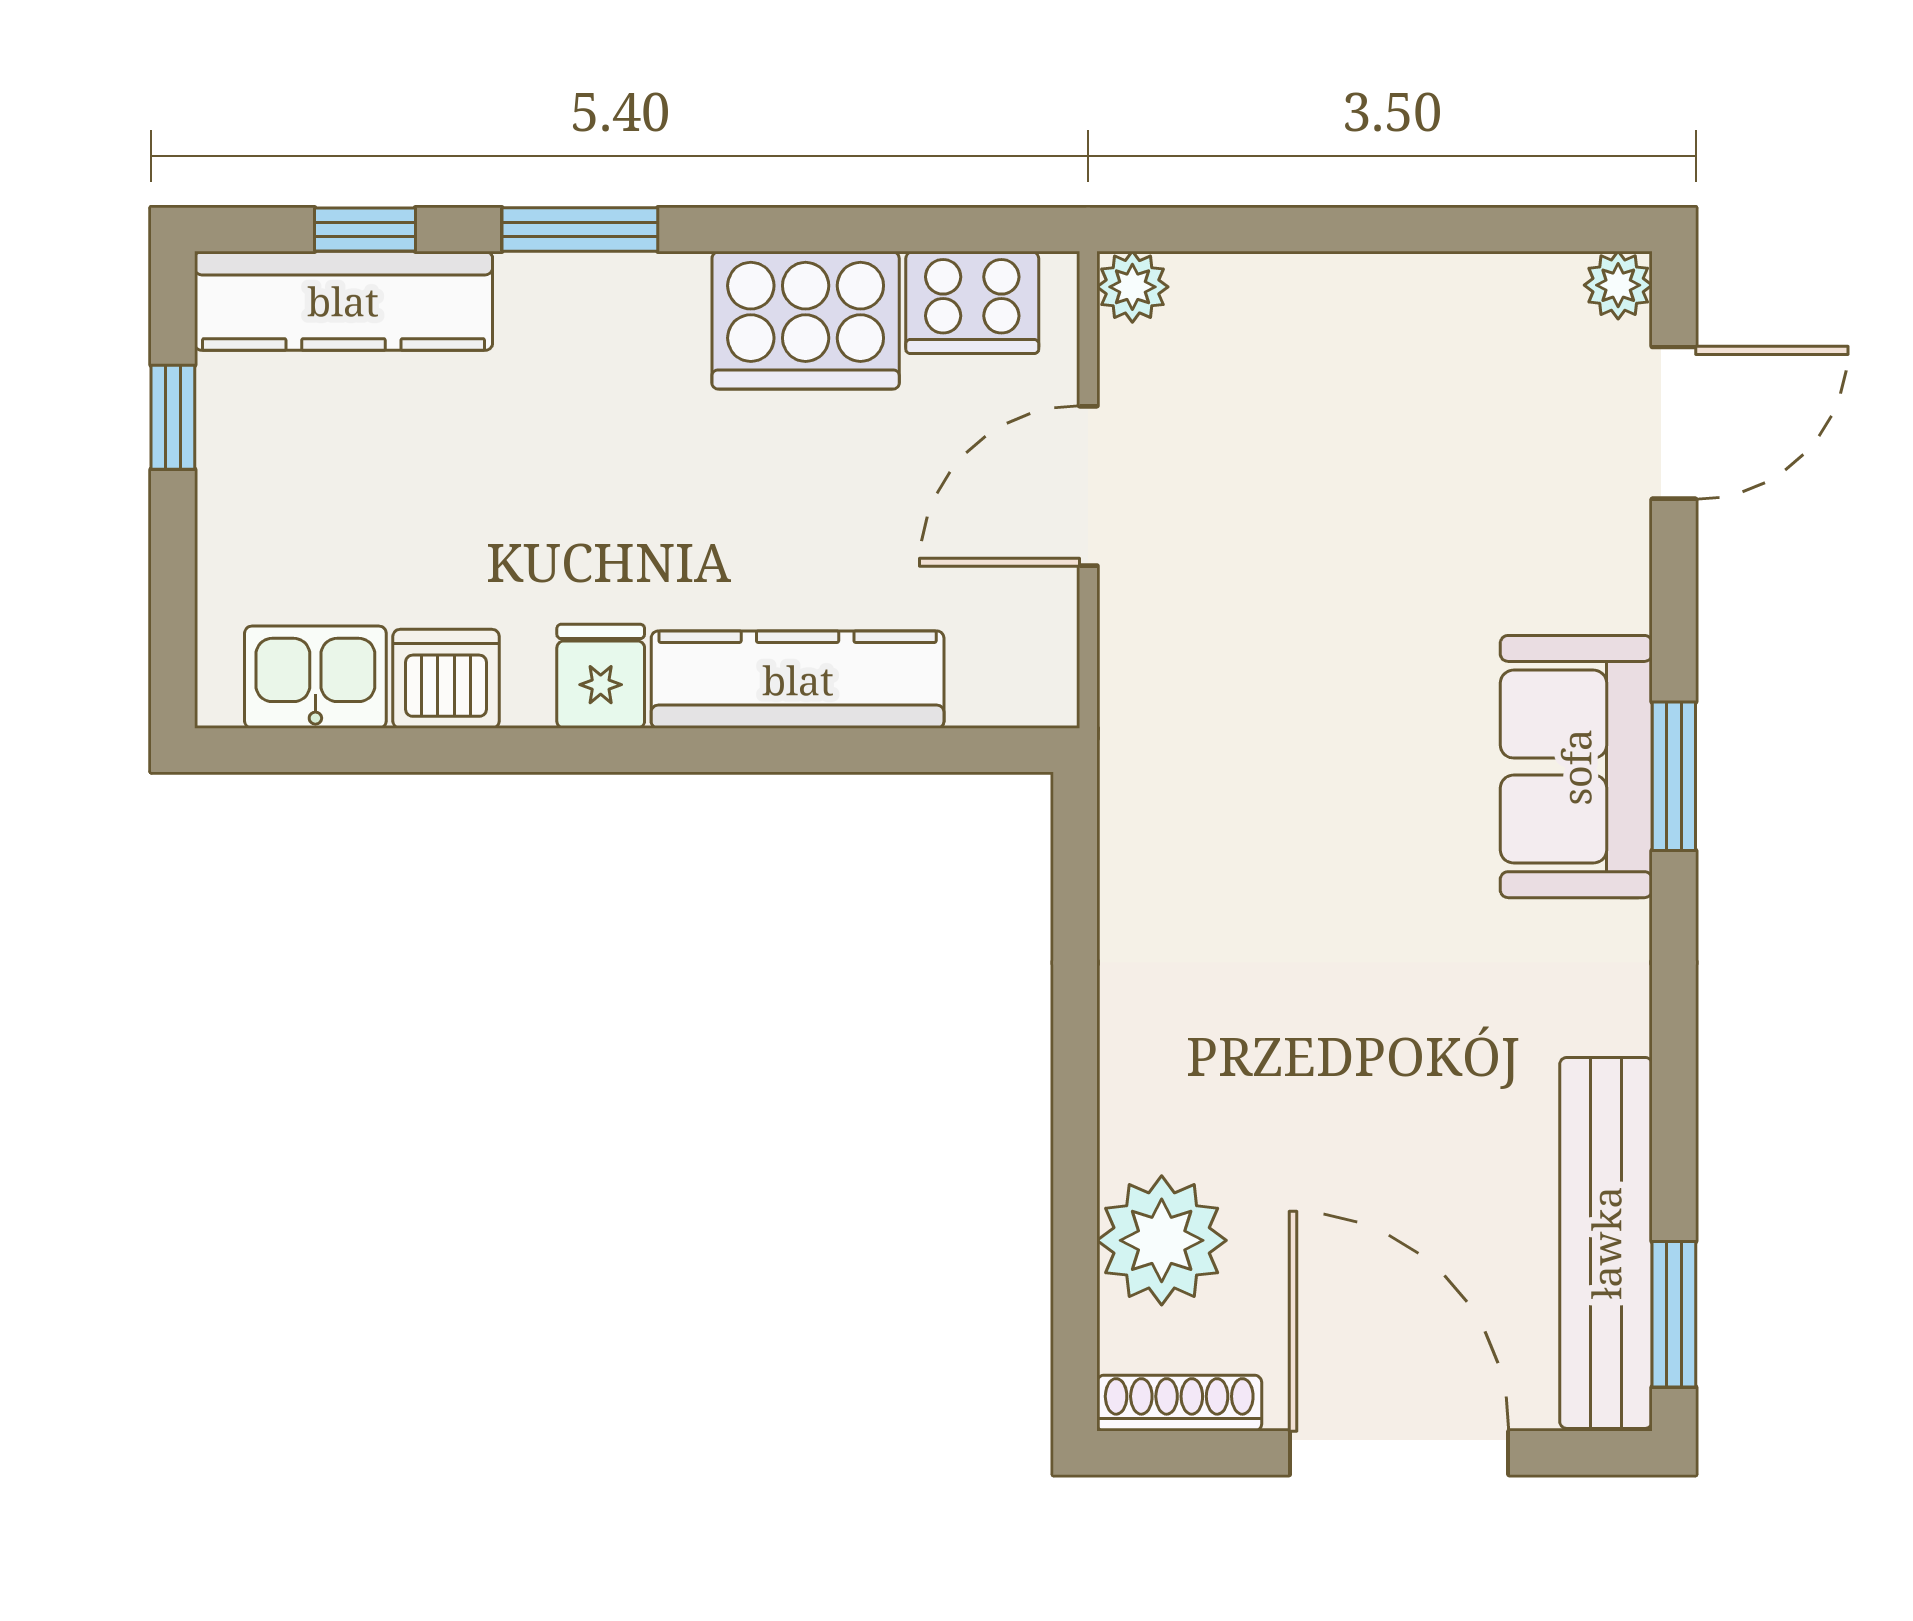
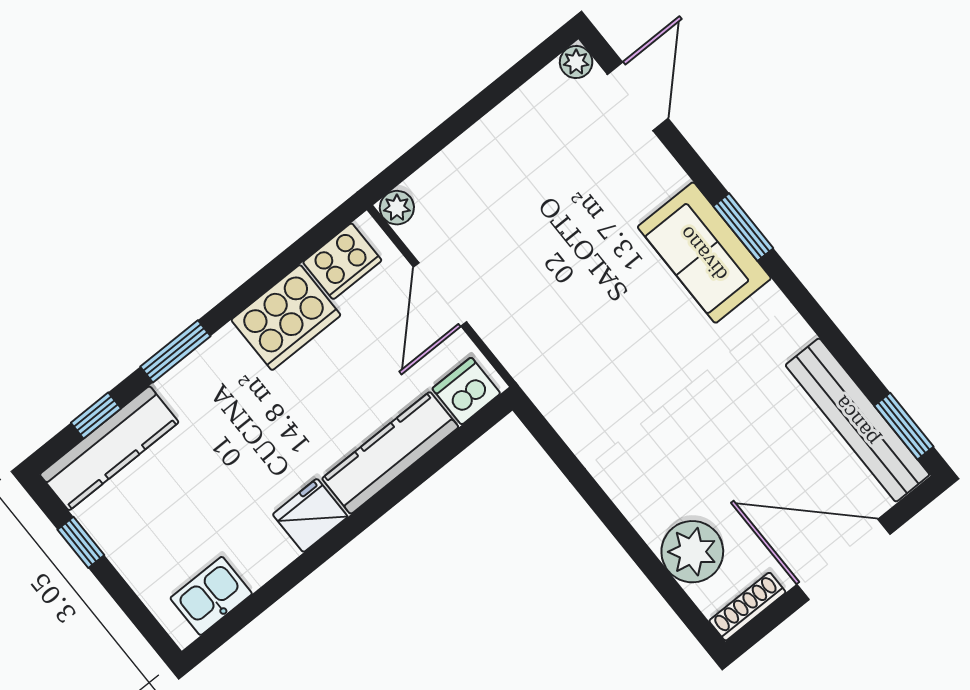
fridge: (601, 676) -> (310, 515), width x1.38
dishwasher: (446, 679) -> (466, 391), moved

